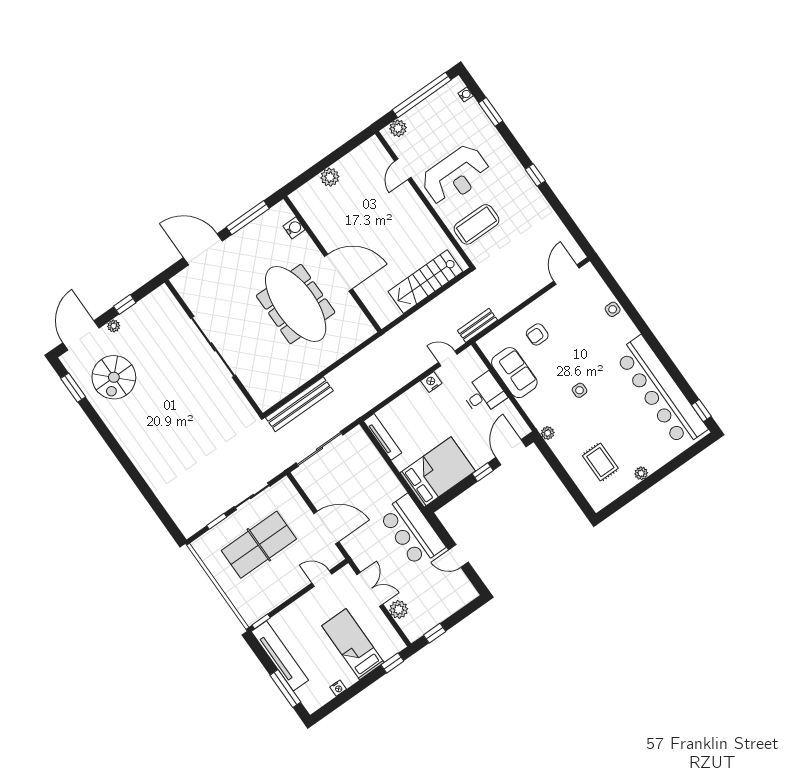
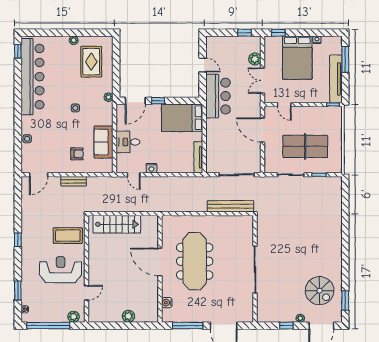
bench: (477, 325) -> (74, 181), moved
spiral stairs: (114, 377) -> (320, 291), turned 90
rug: (600, 462) -> (91, 62), width x1.36, depth x1.43
bed: (353, 644) -> (297, 58), width x1.50

